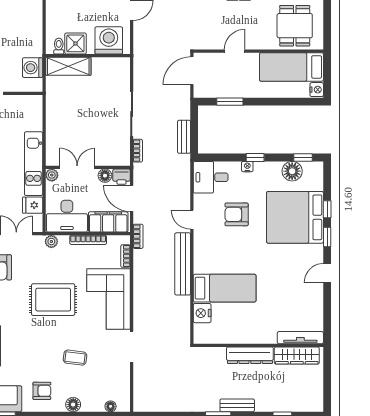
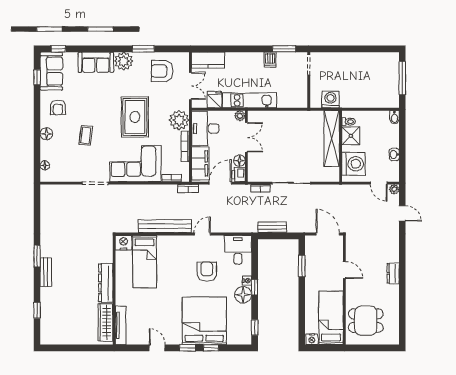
shelving: (68, 66) -> (332, 139), width x1.47
floor lamp: (292, 171) -> (243, 295), moved
plant: (51, 242) -> (179, 120), width x1.87, depth x1.87
tv unit: (300, 338) -> (121, 325), moved
wall: (258, 345) -> (114, 290), moved
dresser: (250, 355) -> (106, 283), moved
wardrobe: (297, 356) -> (105, 322), moved

